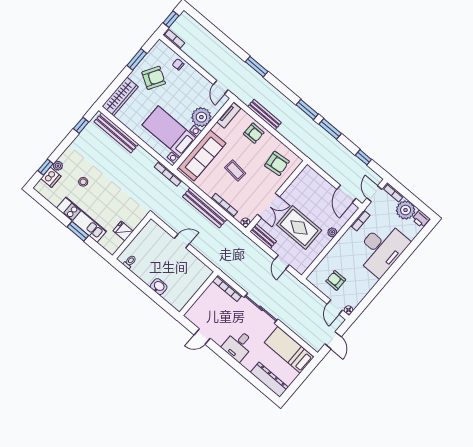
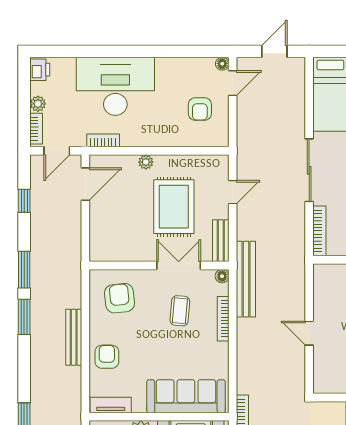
bench: (265, 115) -> (74, 337), moved
coffee table: (235, 170) -> (180, 311), moved
bench: (205, 208) -> (246, 279), moved
plant: (406, 210) -> (38, 104), width x0.53, depth x0.53

